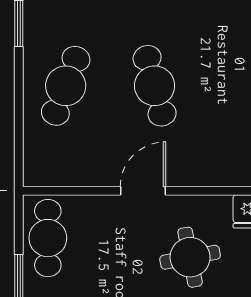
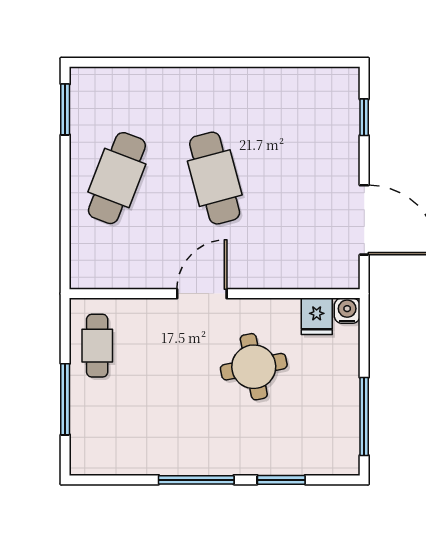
cafe table: (48, 238) -> (97, 346), width x0.73, depth x0.74

